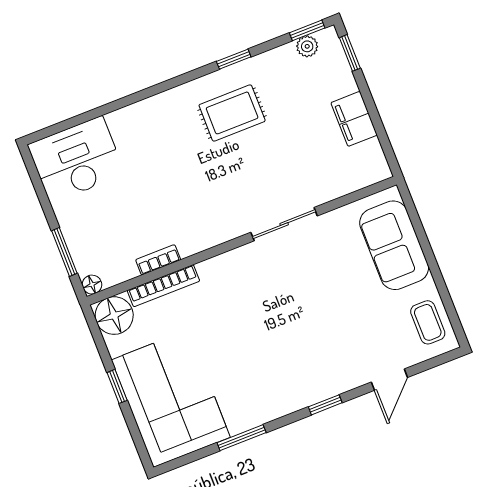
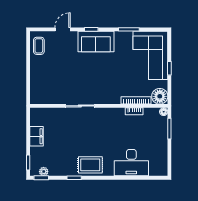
rug: (232, 113) -> (90, 165), moved
desk: (76, 160) -> (131, 163), moved
sofa: (394, 245) -> (96, 41), moved, turned 90

